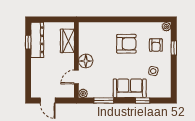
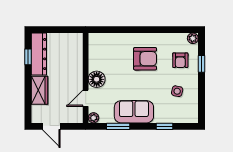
wardrobe: (67, 41) -> (39, 90), moved, turned 180
sofa: (130, 88) -> (134, 112), moved

